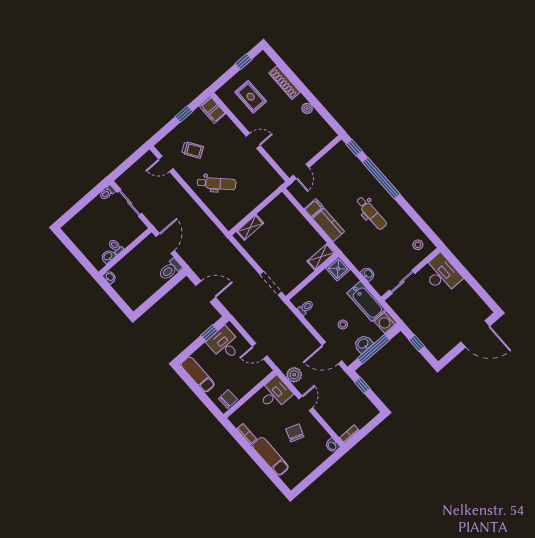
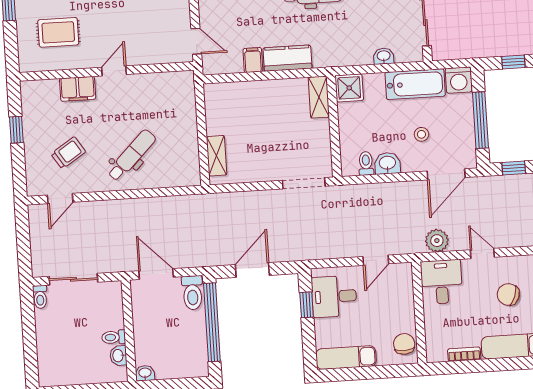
filing cabinet: (213, 110) -> (78, 89), moved
window: (163, 291) -> (212, 322), added
washbasin: (363, 344) -> (387, 163), moved, turned 90

